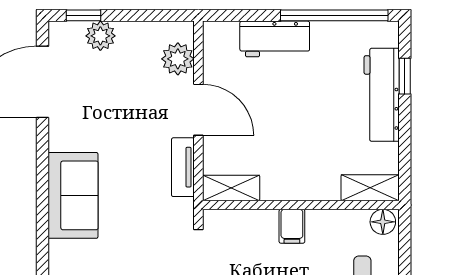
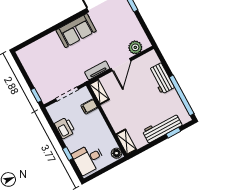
plant: (100, 36) -> (129, 15), removed
sofa: (73, 195) -> (76, 31), moved
filing cabinet: (292, 226) -> (89, 107), moved

